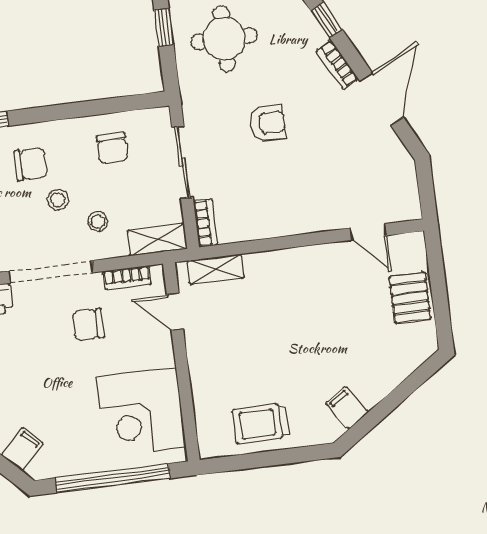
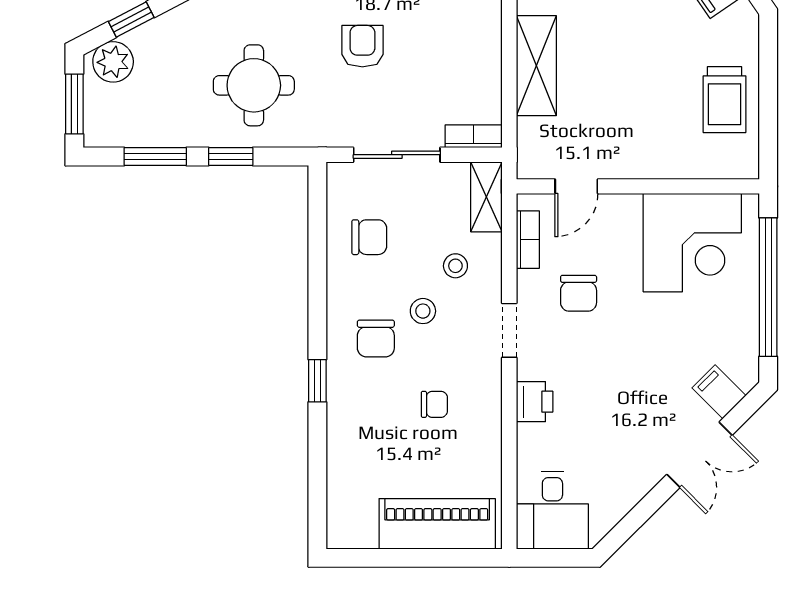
chair: (31, 164) -> (376, 338), turned 180
shelving: (215, 269) -> (536, 66), moved, width x1.50, depth x1.33
doorway: (51, 272) -> (509, 330), width x0.53

